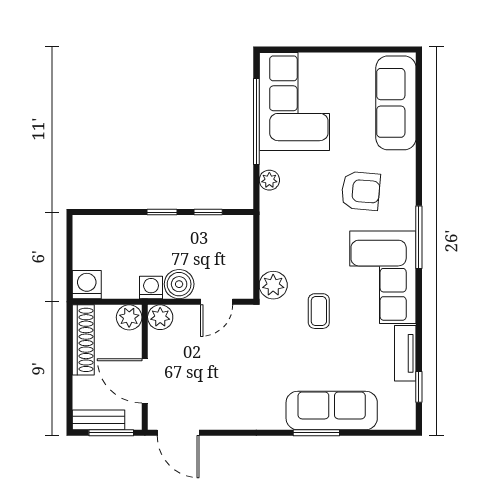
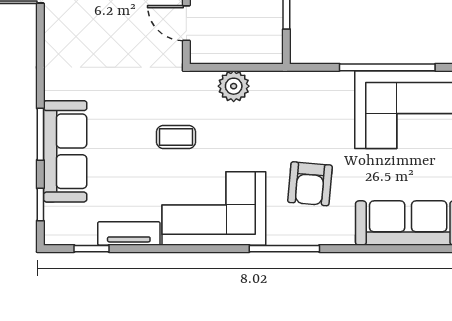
plant: (269, 180) -> (322, 82), removed
window: (419, 237) -> (284, 249), moved
plant: (273, 285) -> (234, 86), moved
window: (379, 433) -> (40, 204), added

